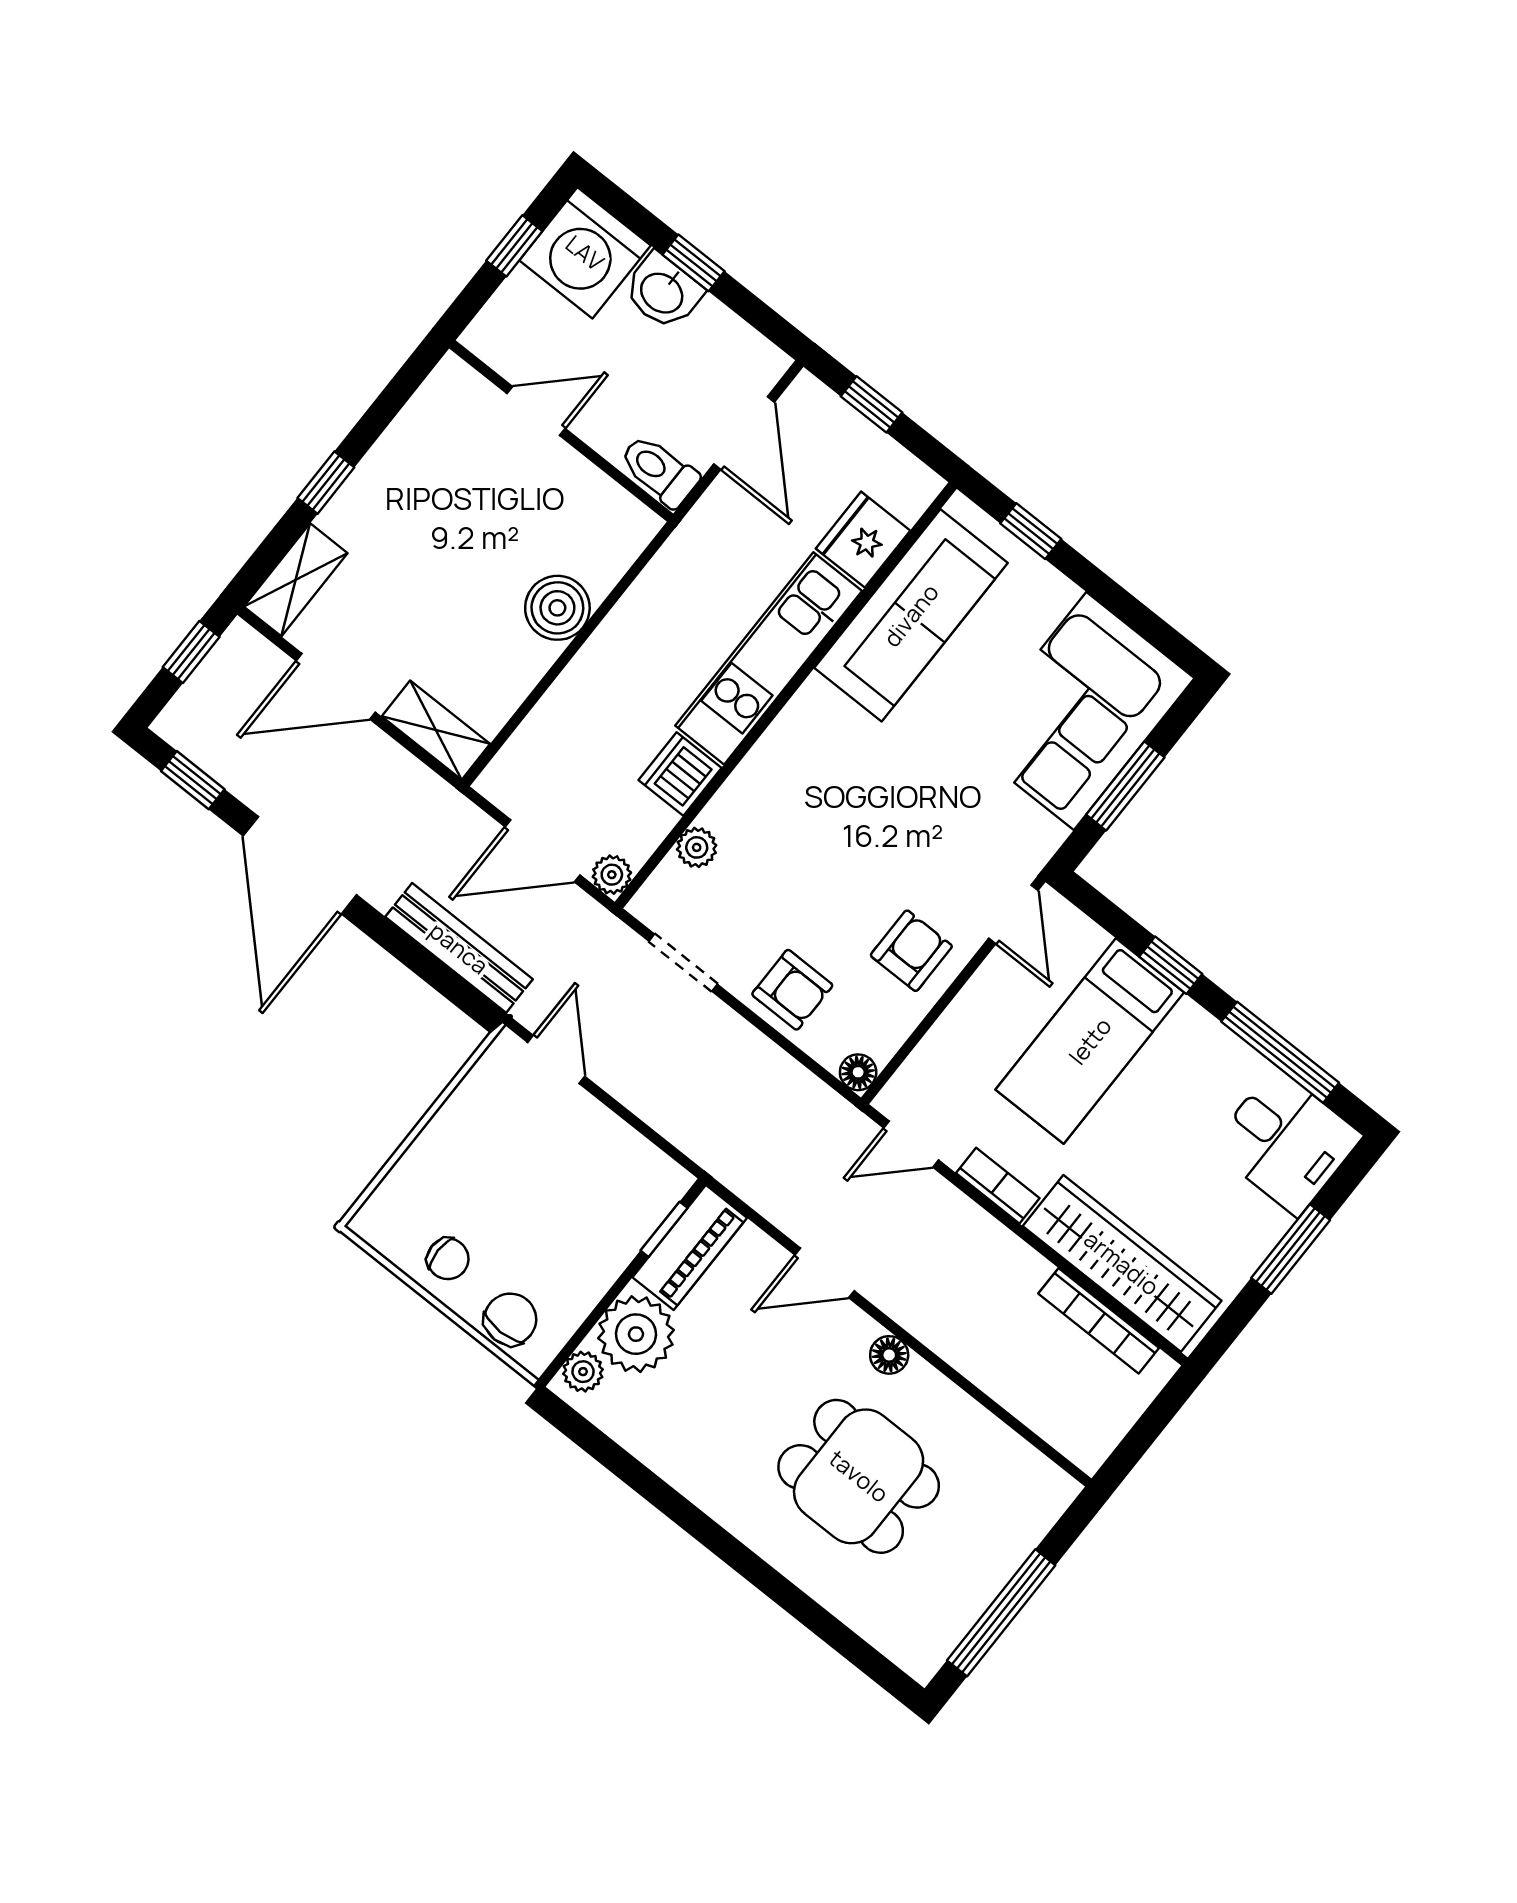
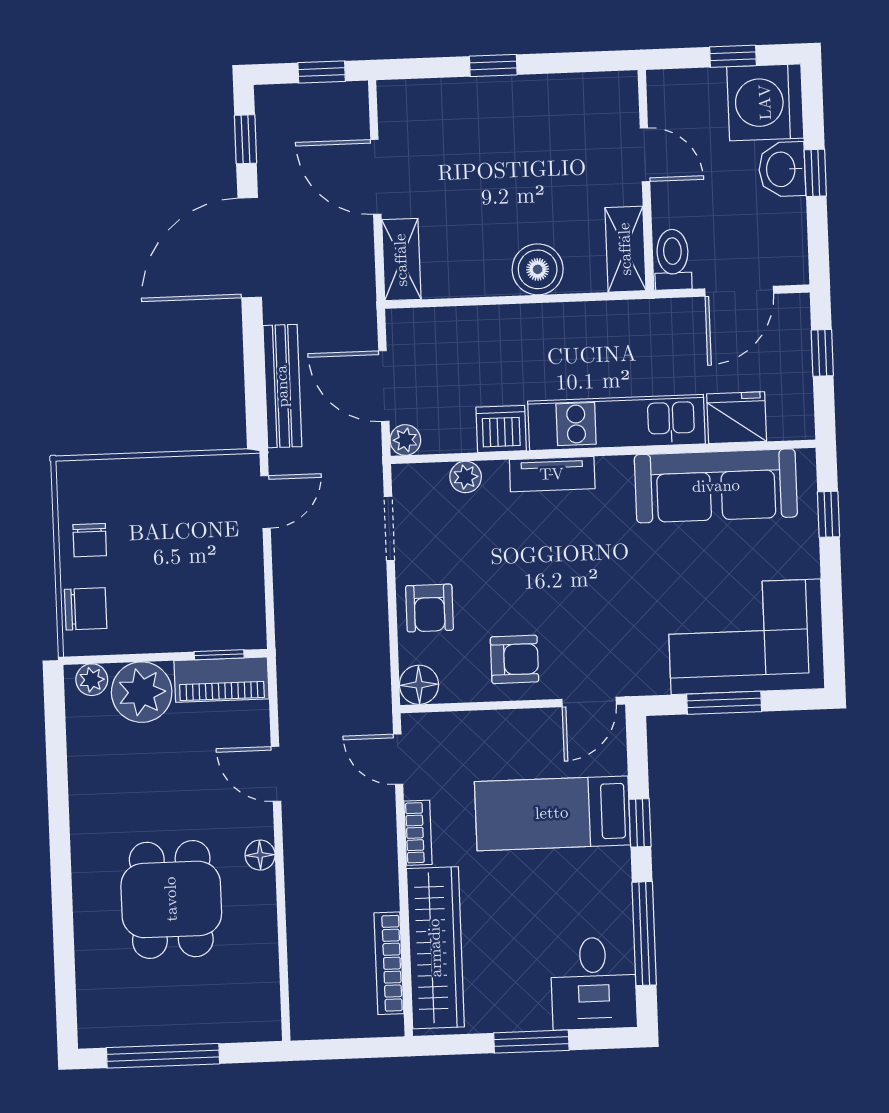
shelving: (296, 580) -> (625, 249), moved, turned 90
tv unit: (765, 762) -> (552, 474), added
floor lamp: (858, 1072) -> (419, 685), width x1.37, depth x1.37

